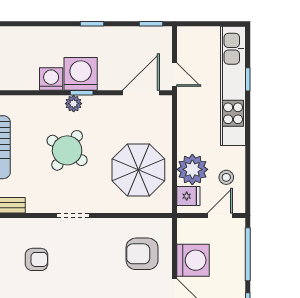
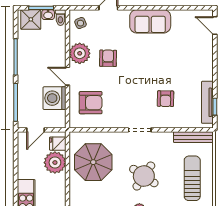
stool: (226, 177) -> (31, 157), removed
armchair: (37, 259) -> (166, 99), turned -89

